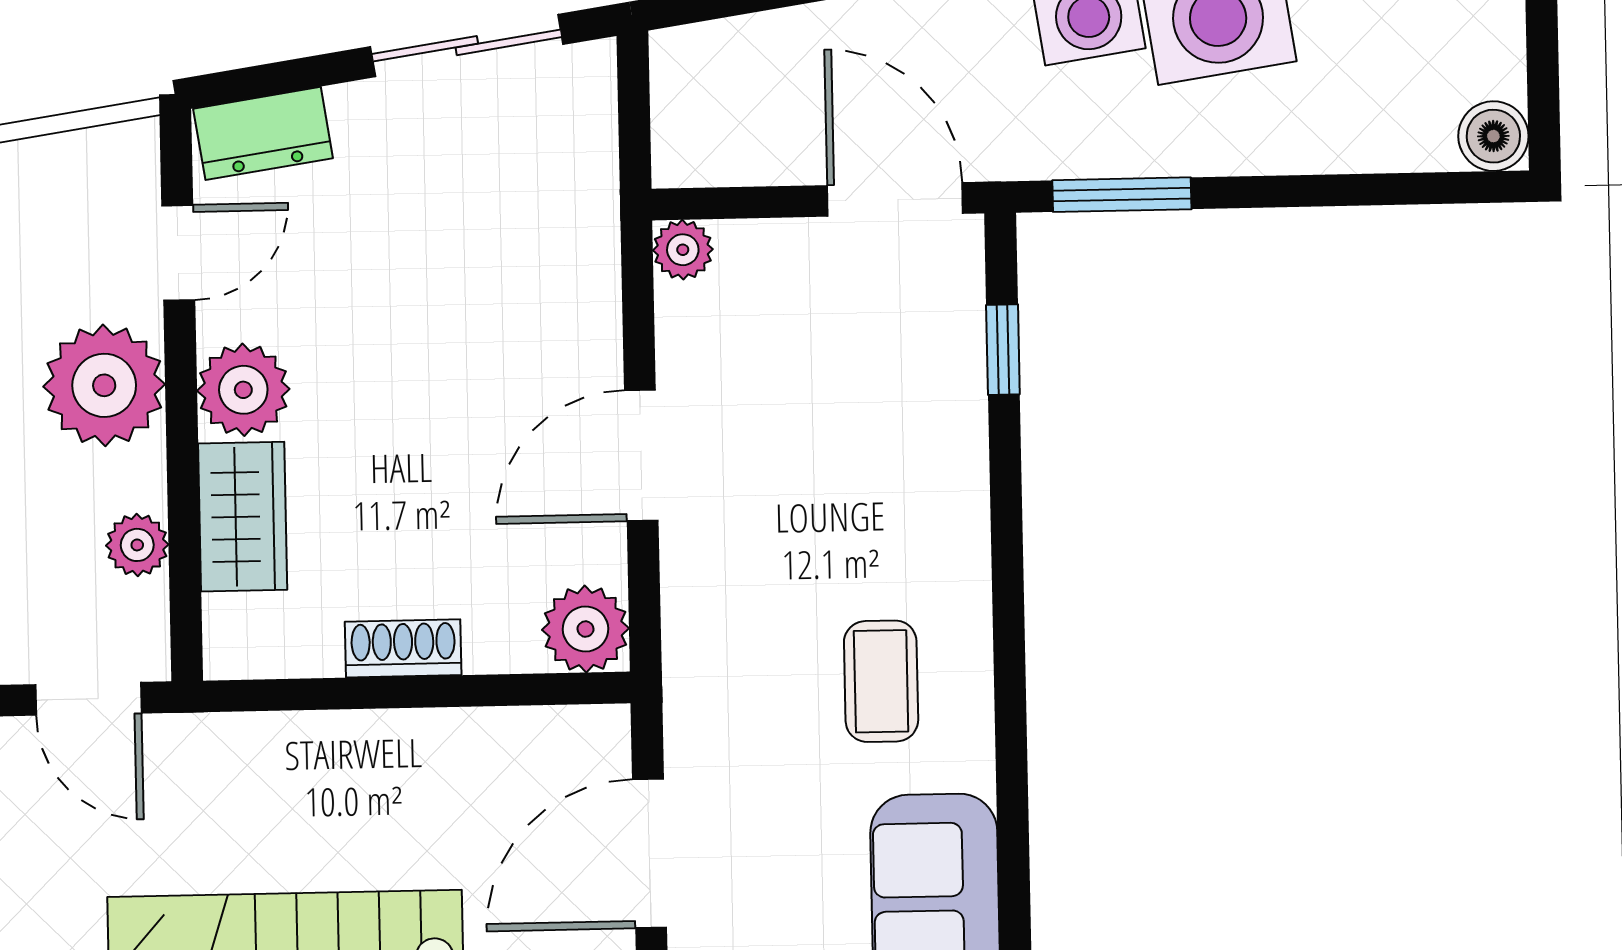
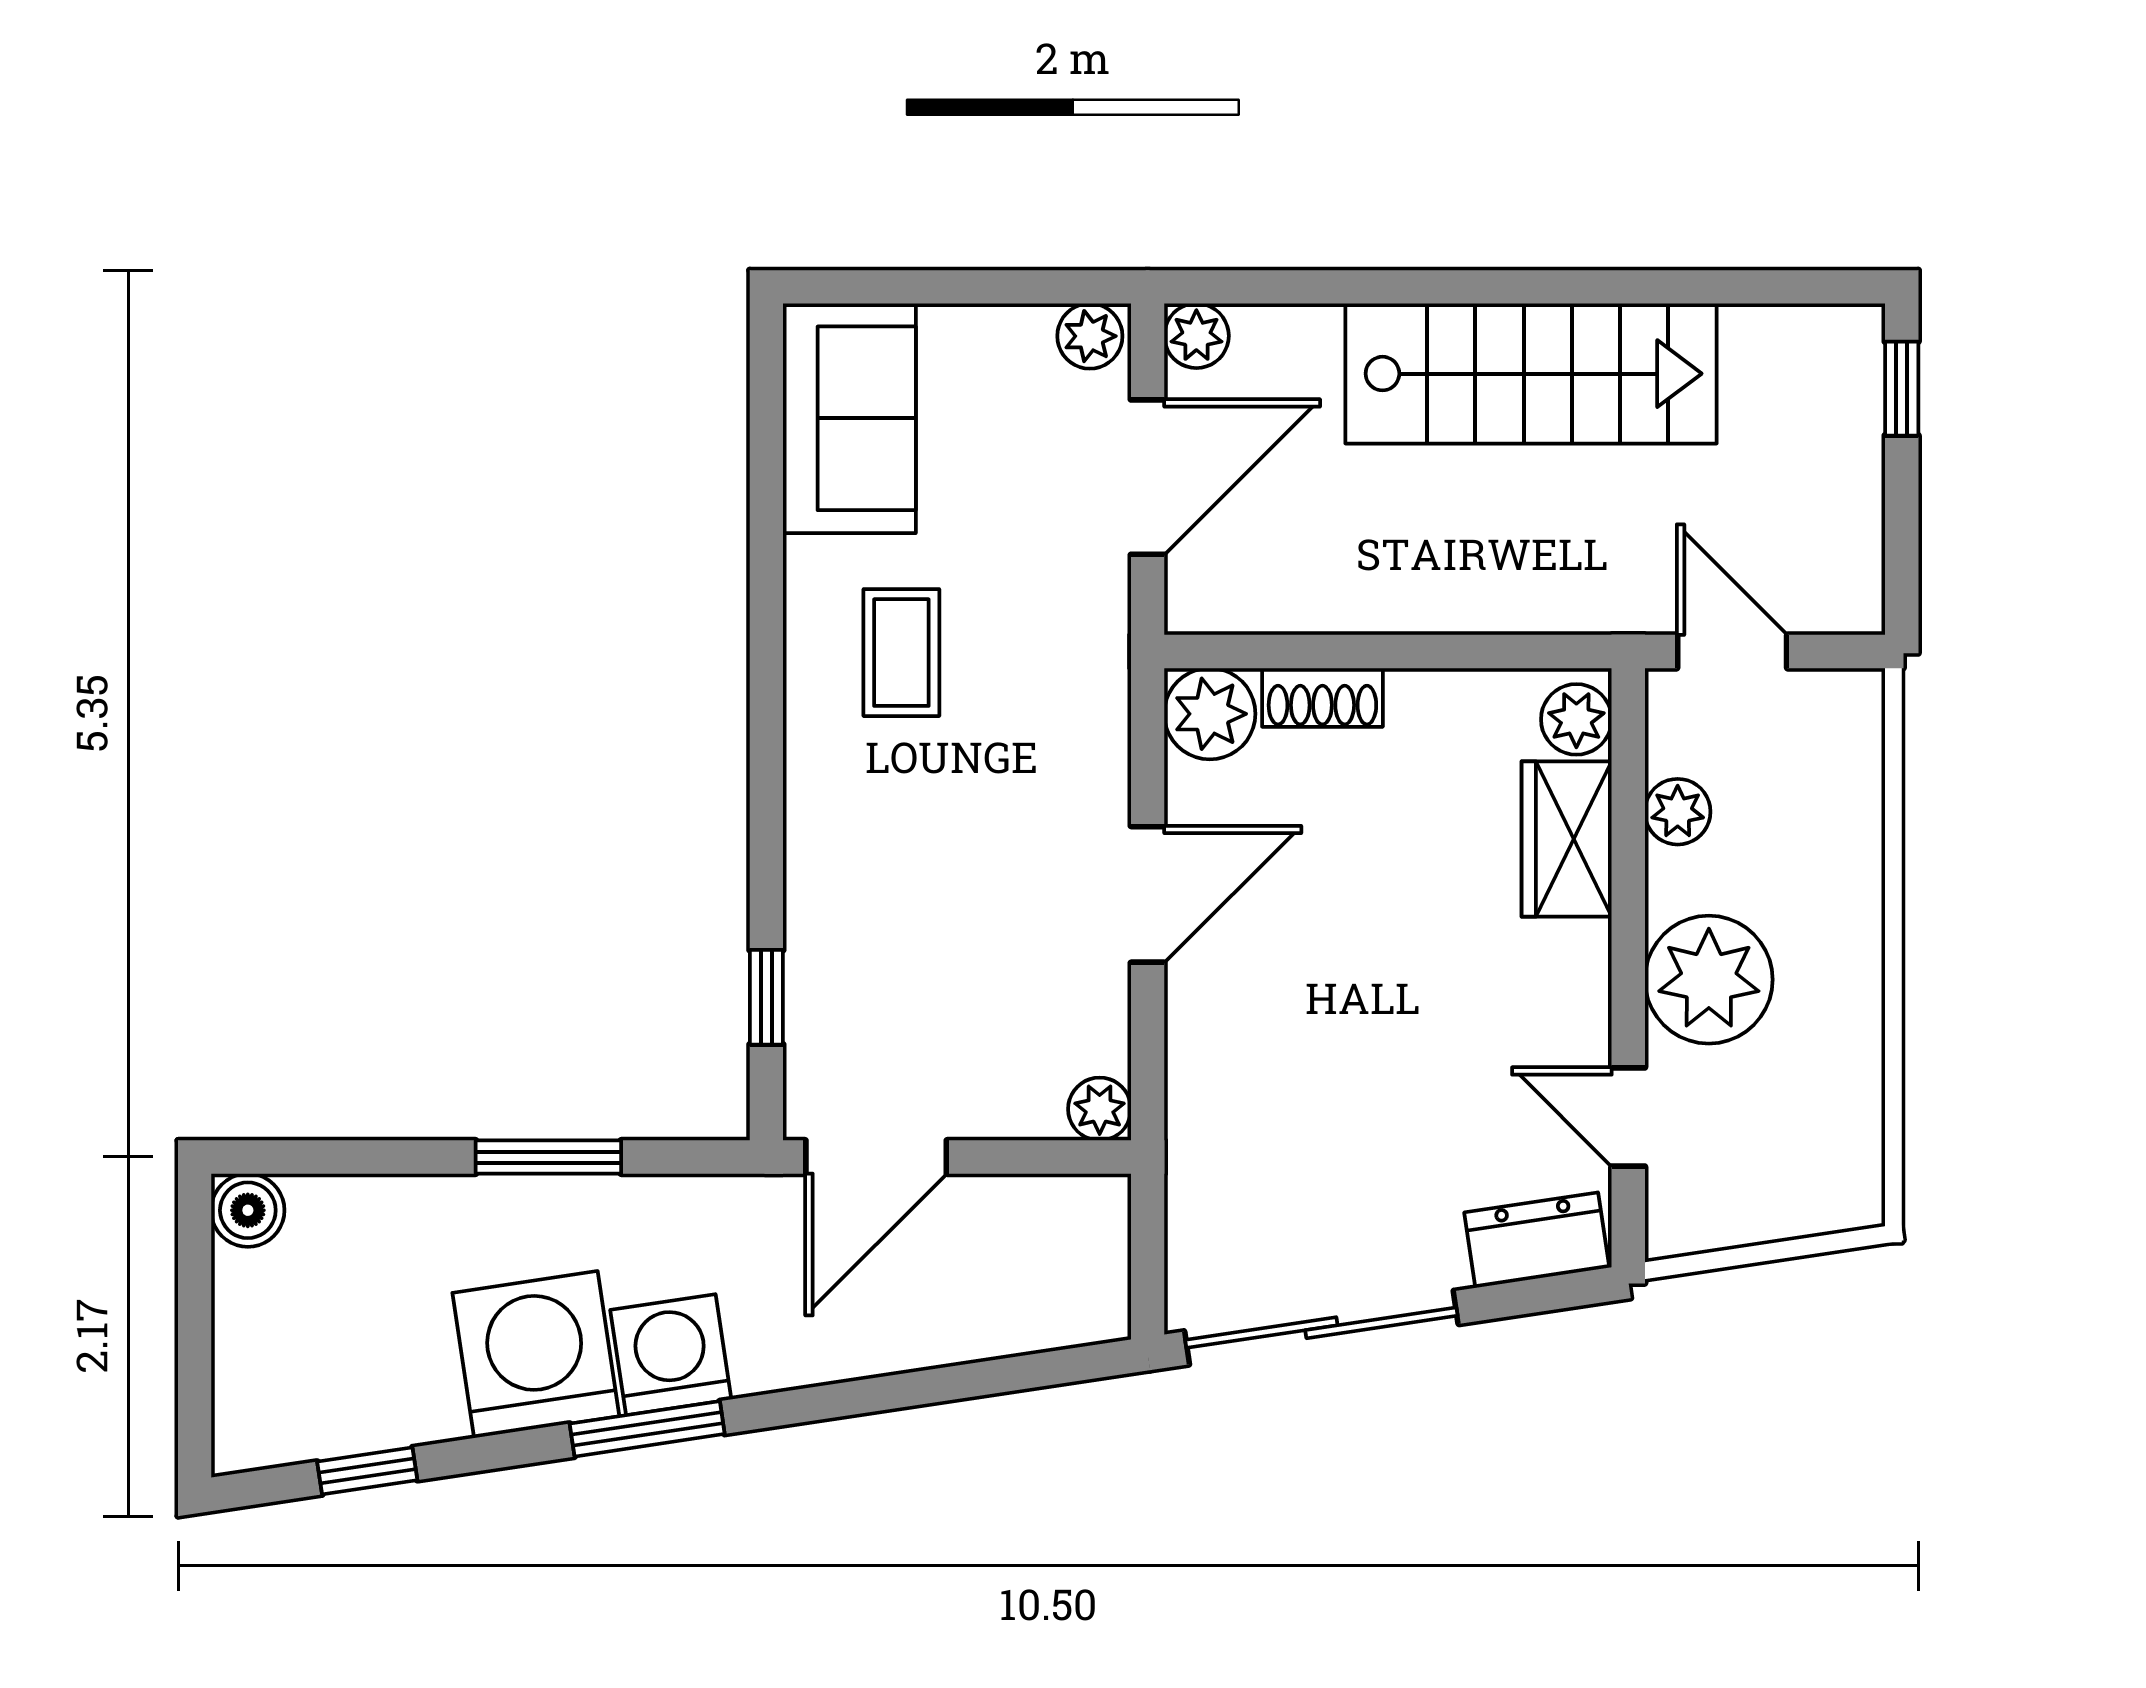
sliding door: (467, 46) -> (1321, 1328), width x1.37
window: (1122, 195) -> (548, 1157), moved
door: (895, 199) -> (876, 1157), hinge flipped
door: (178, 253) -> (1628, 1117), hinge flipped
plant: (243, 390) -> (1576, 719), moved, width x0.73, depth x0.73
shoe rack: (403, 648) -> (1322, 697), moved

